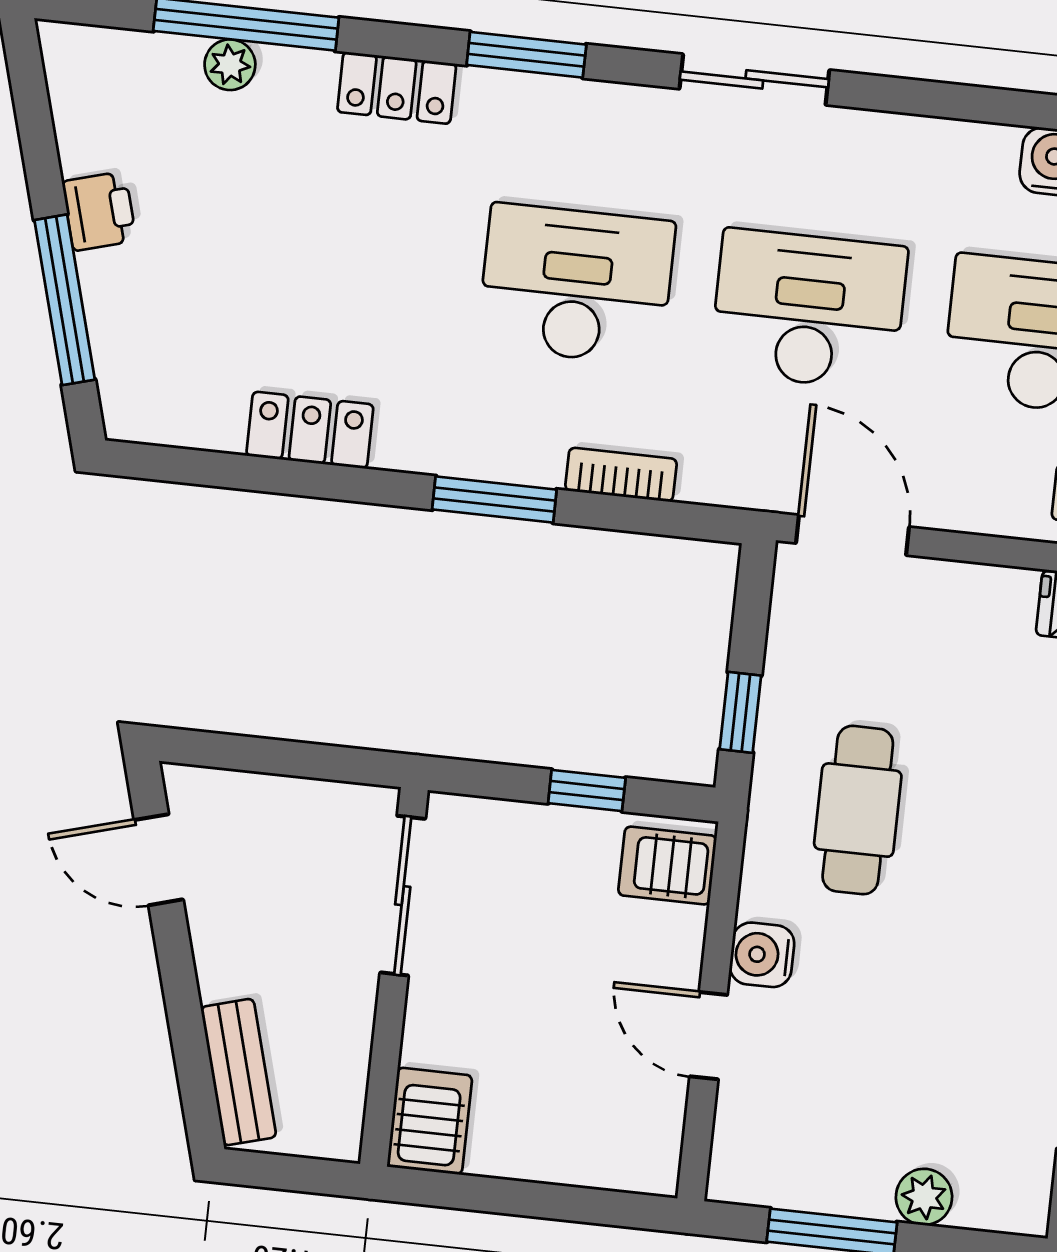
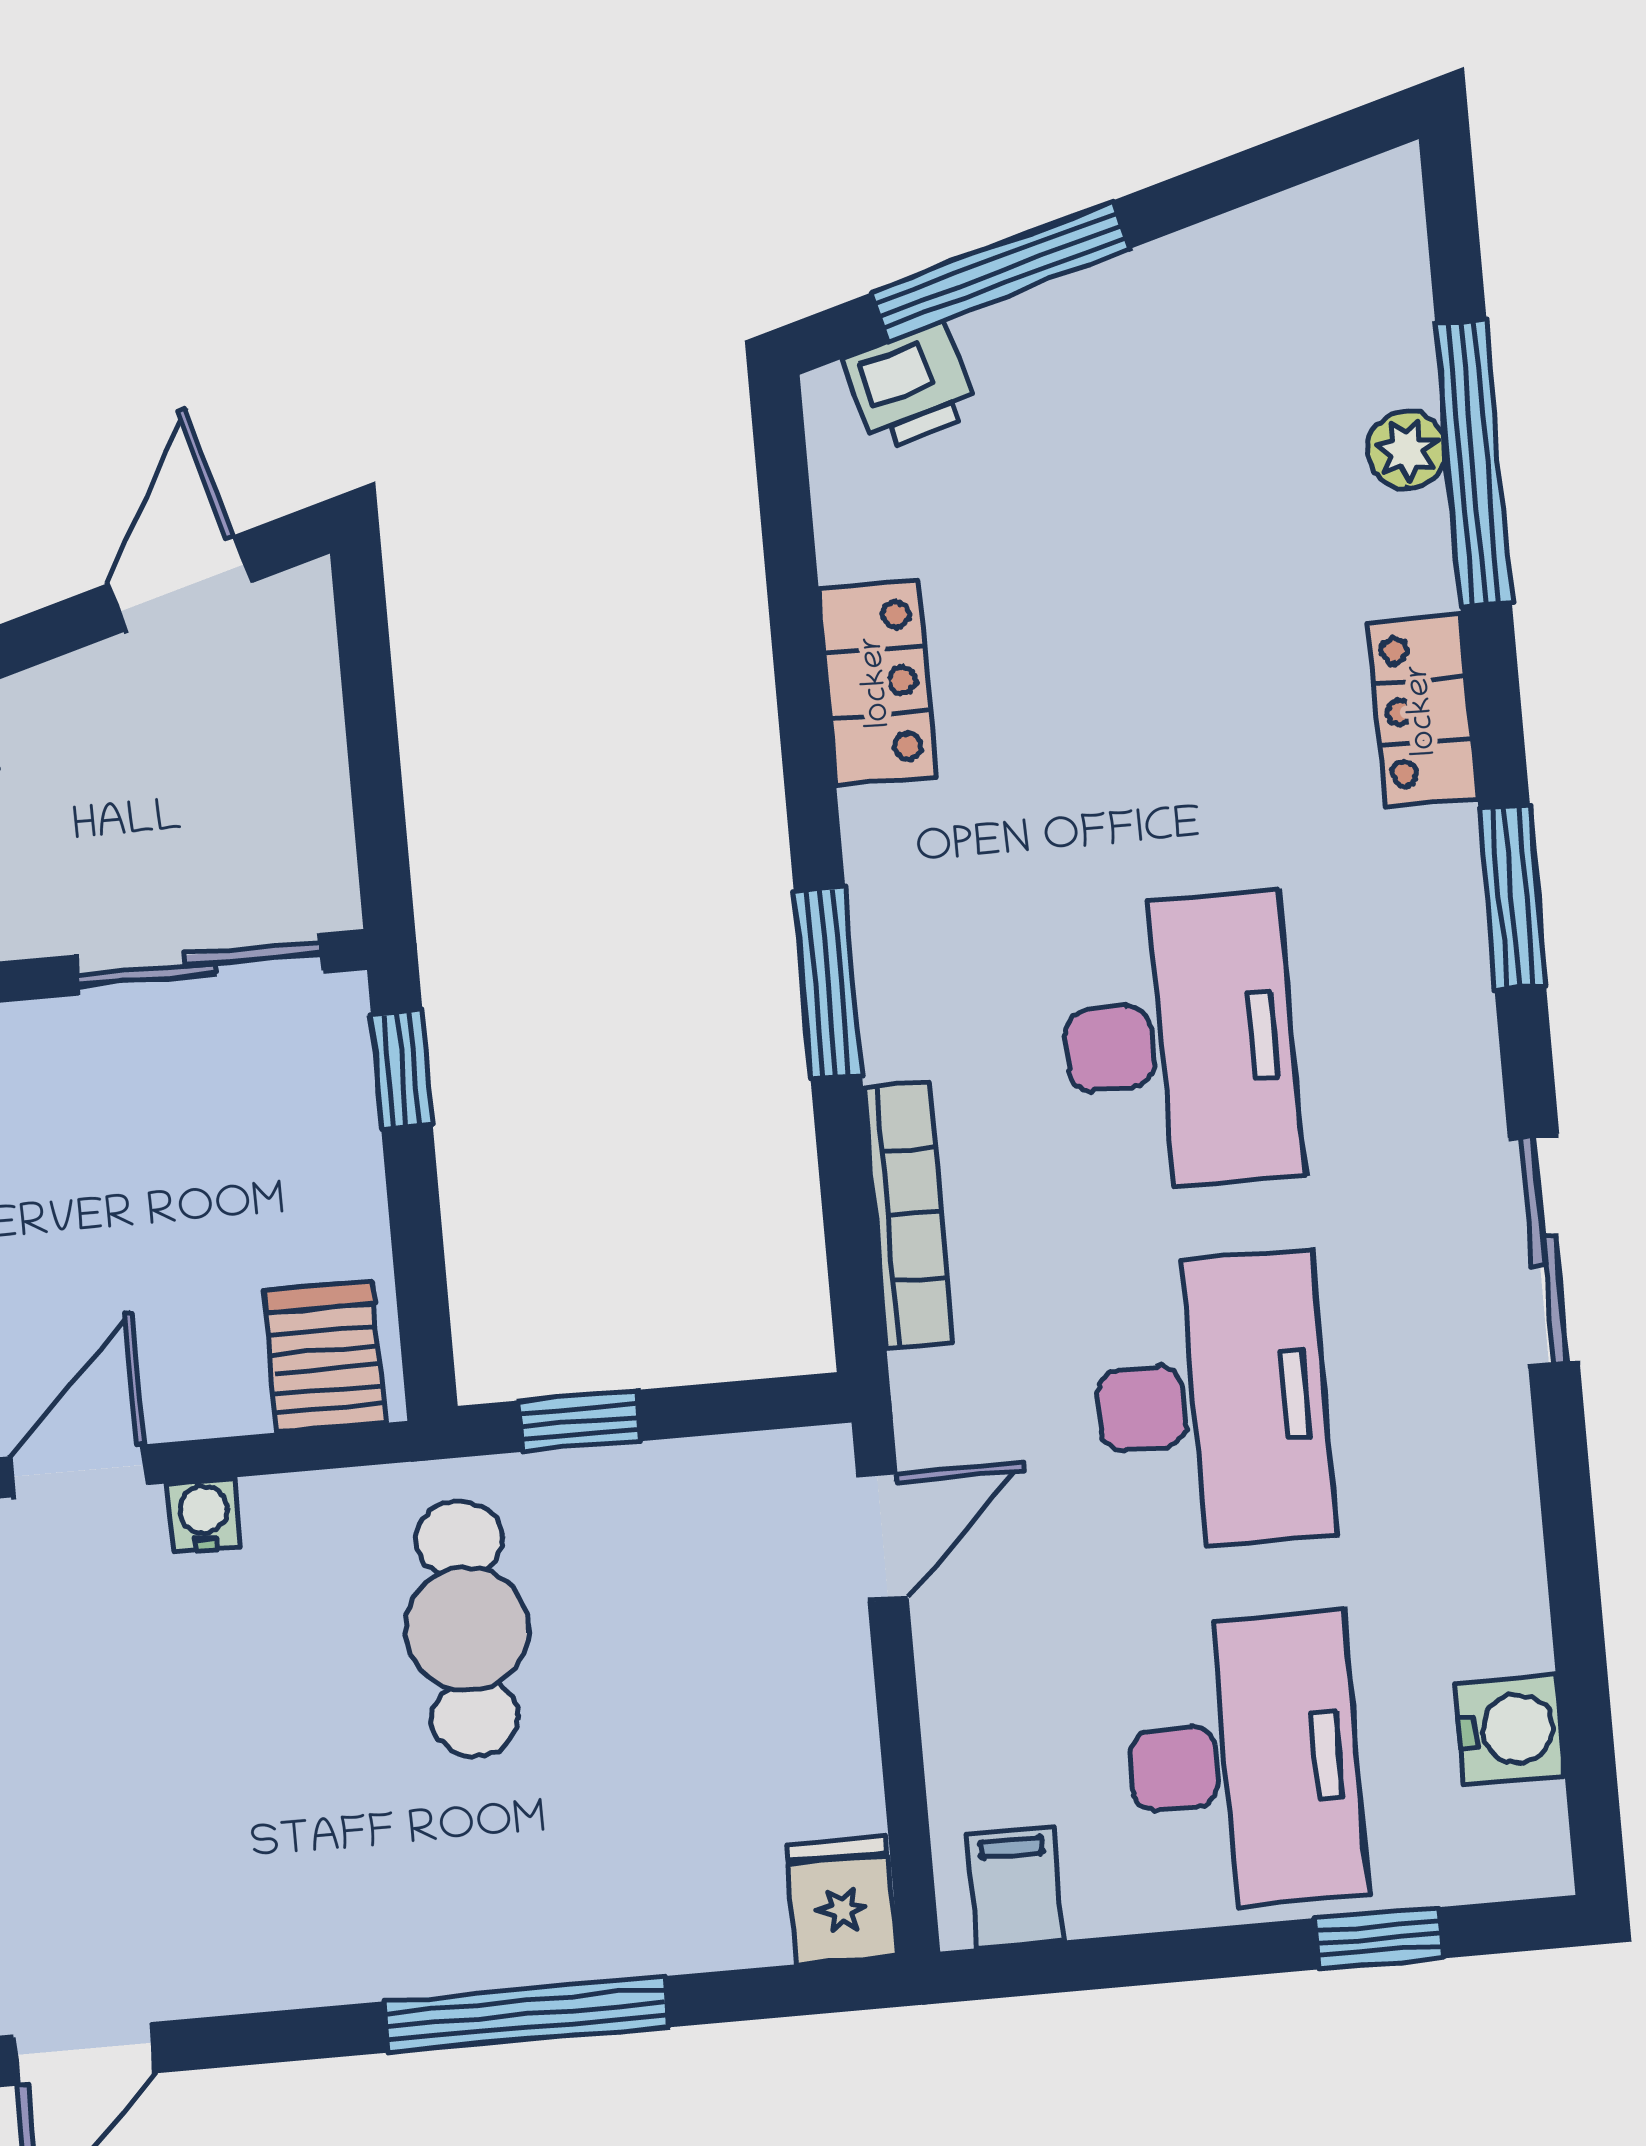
printer: (99, 211) -> (910, 386), moved
bookcase: (621, 475) -> (908, 1215), width x1.56
door: (853, 535) -> (883, 1537), width x0.73
window: (587, 791) -> (402, 1070), moved
cafe table: (858, 810) -> (467, 1629), turned 90
water cooler: (762, 955) -> (204, 1515), width x0.72, depth x0.72

